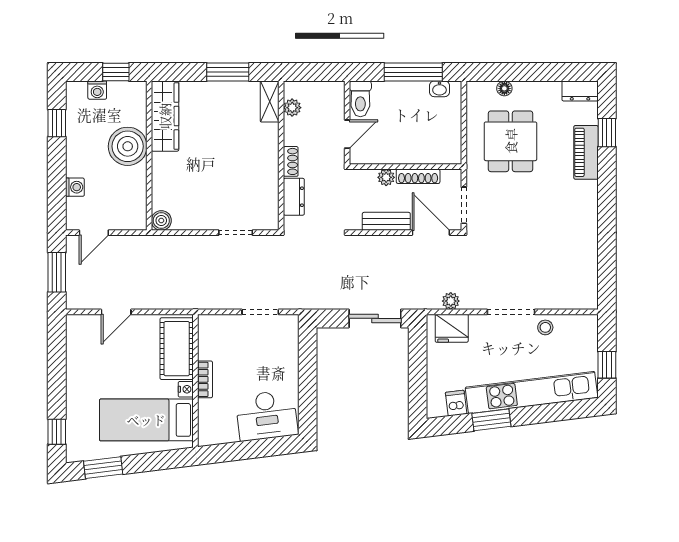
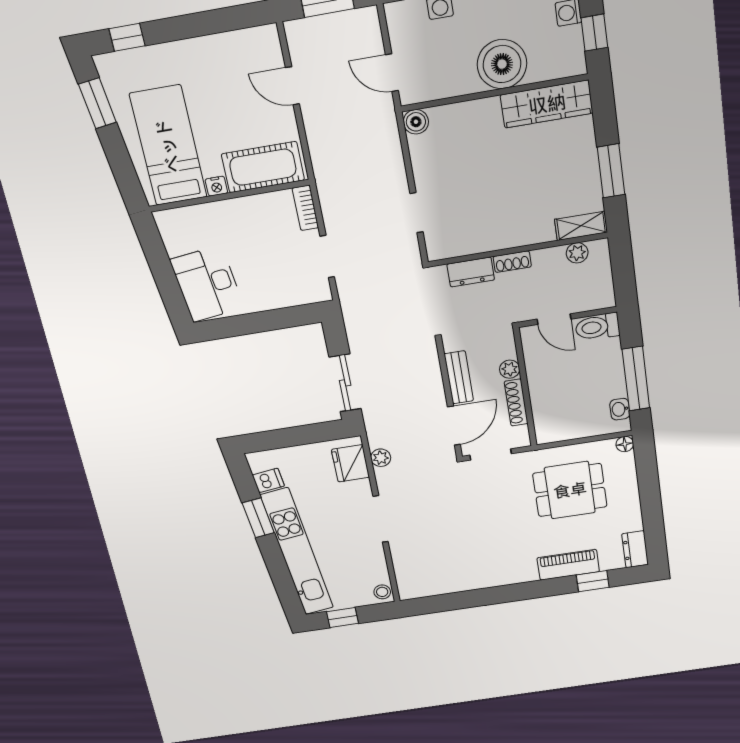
floor lamp: (504, 88) -> (625, 444), moved
door: (94, 233) -> (392, 73), moved
stool: (545, 327) -> (382, 592), moved
bookcase: (205, 379) -> (305, 208), moved, turned 90

